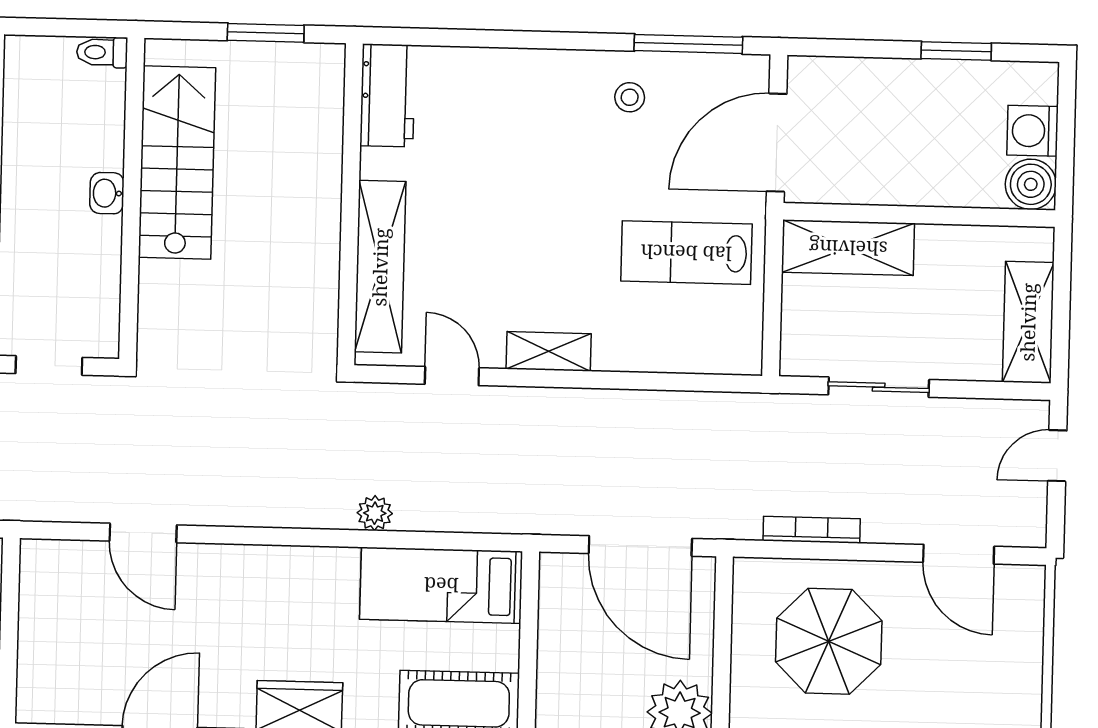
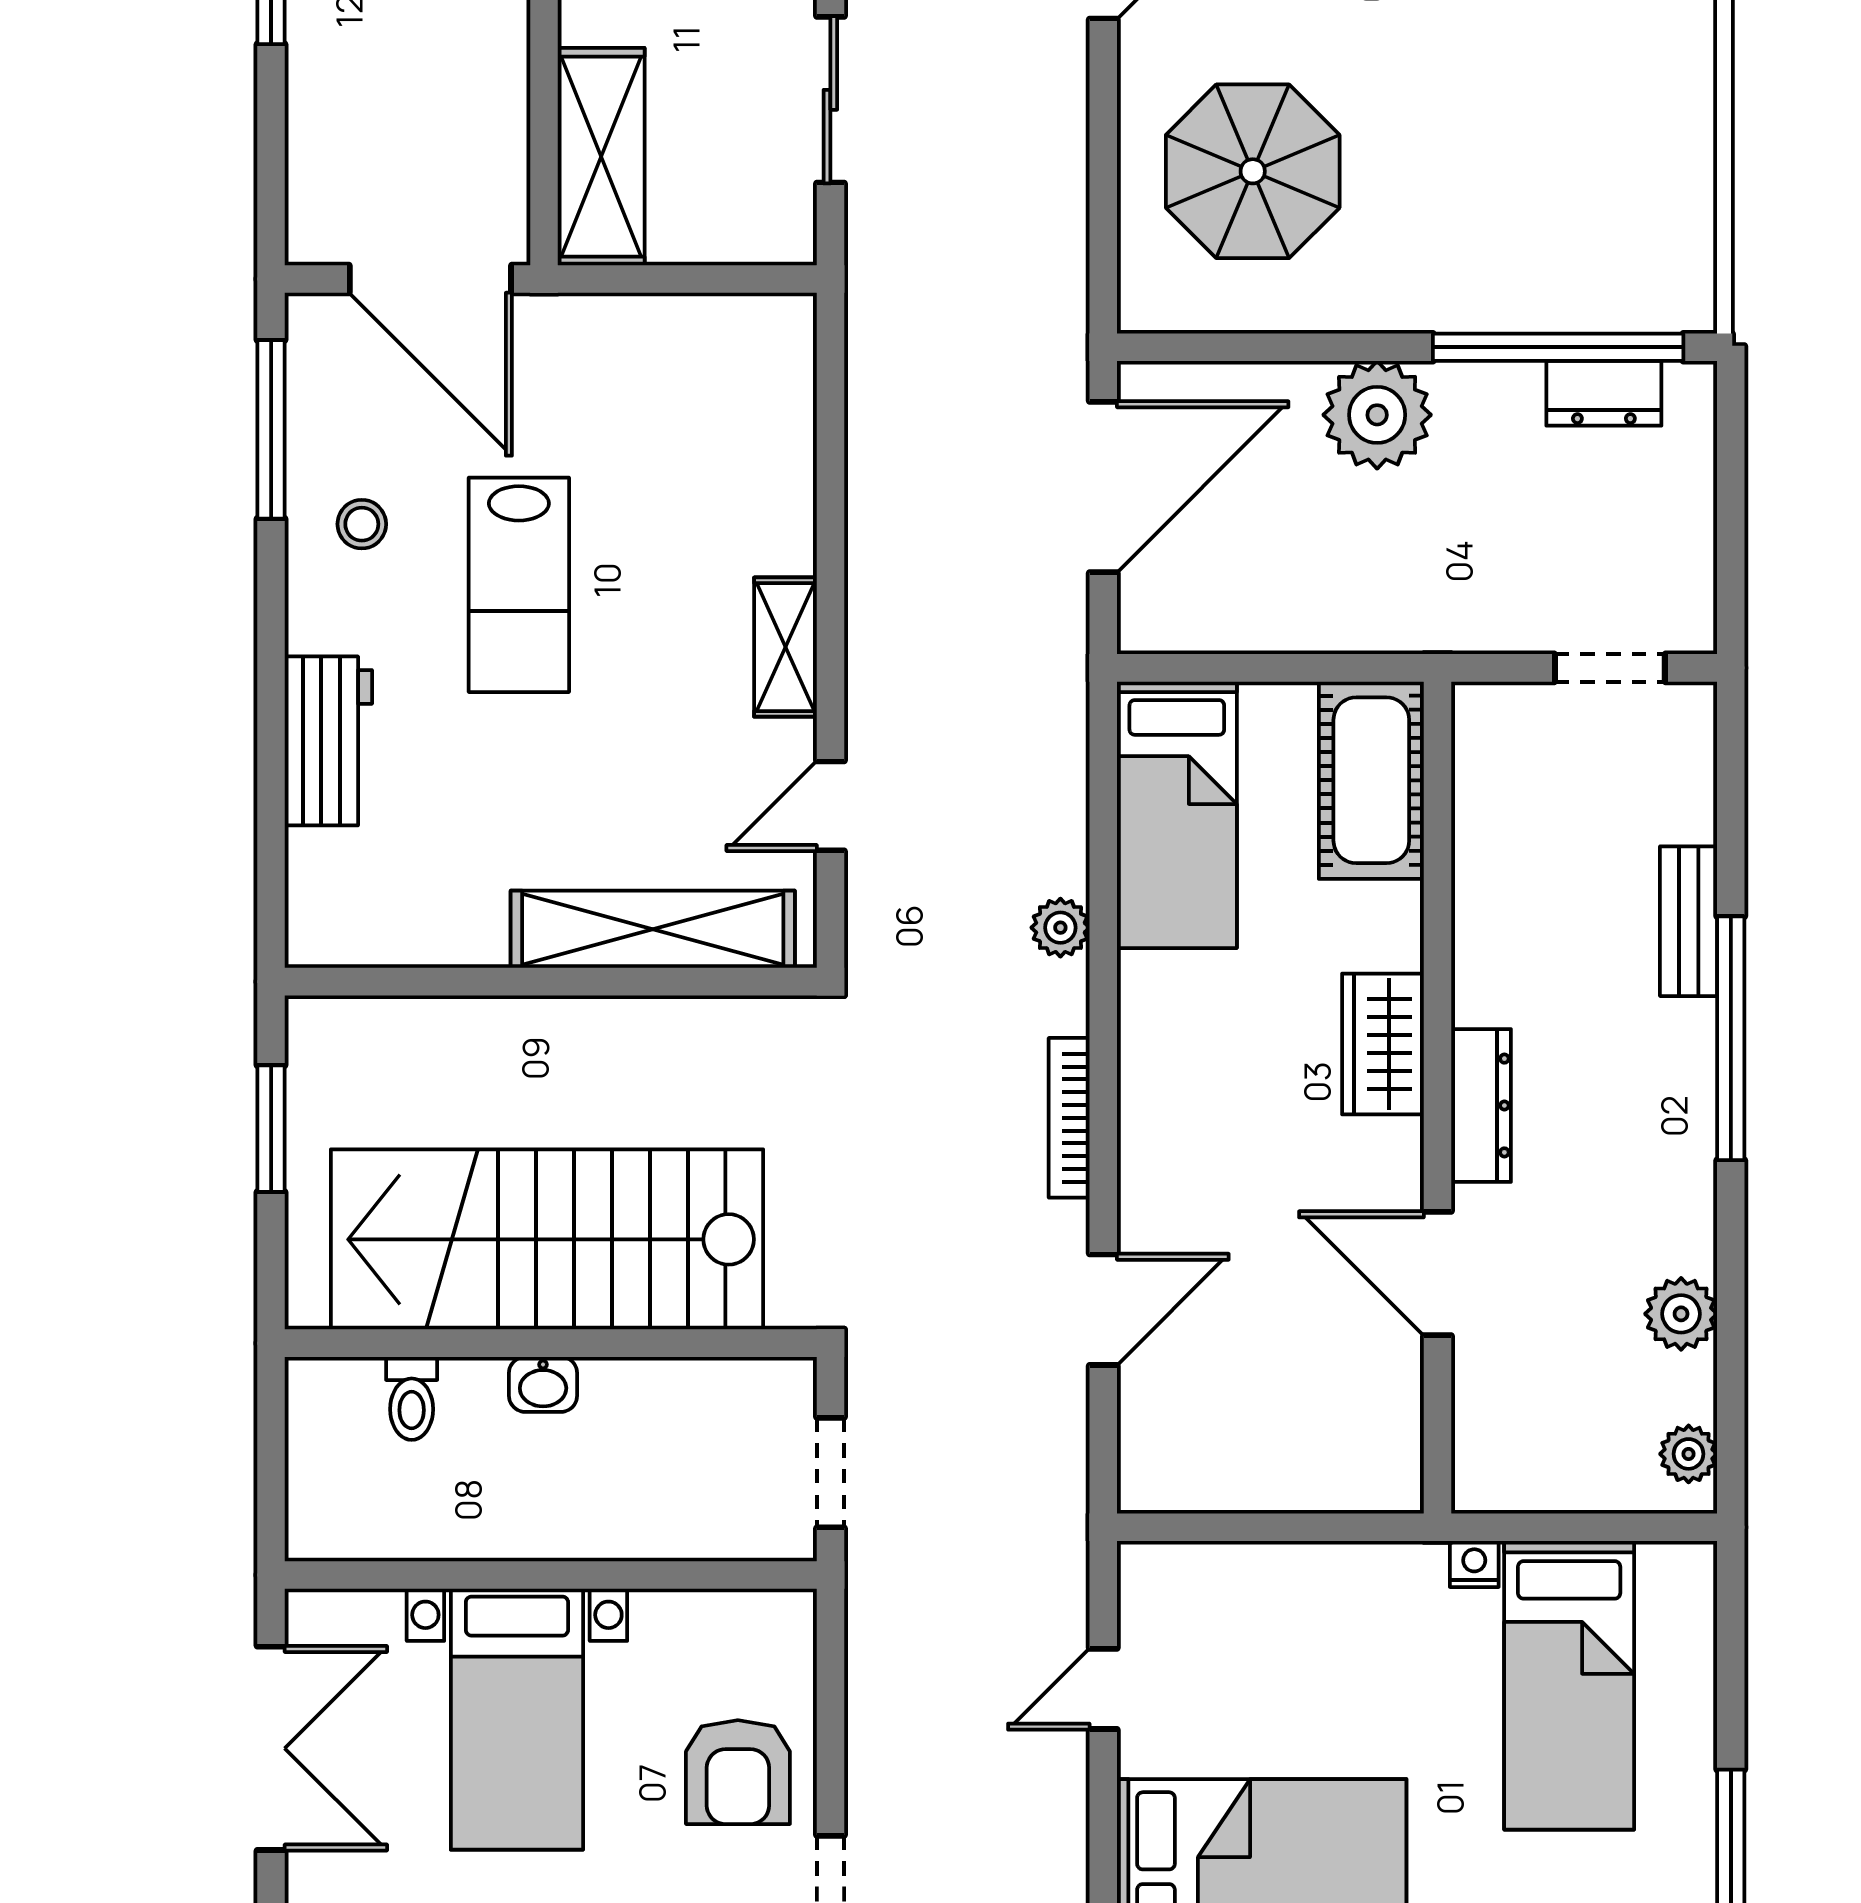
toilet: (102, 52) -> (412, 1398), moved
workbench: (388, 95) -> (328, 741), moved, turned 90
stairs: (177, 163) -> (547, 1239), width x1.36, depth x1.51
lab bench: (686, 253) -> (519, 585), moved
bookcase: (812, 530) -> (1069, 1118), moved

